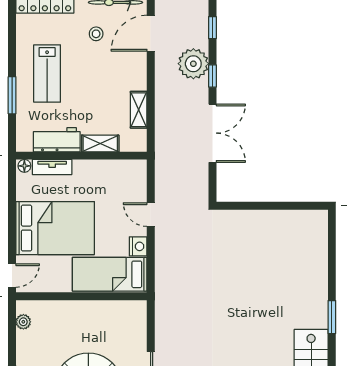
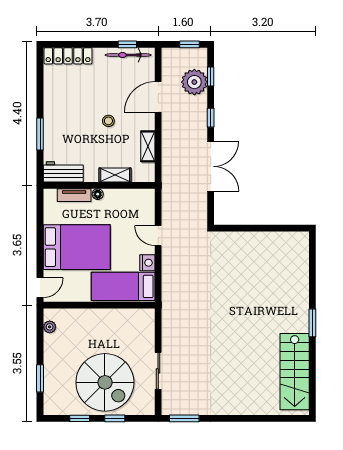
door: (151, 33) -> (158, 97), moved
stool: (96, 34) -> (108, 121), moved
plant: (193, 64) -> (194, 82), moved
lab bench: (47, 73) -> (70, 115), removed
workbench: (57, 140) -> (63, 172), moved
floor lamp: (24, 166) -> (98, 194), moved

